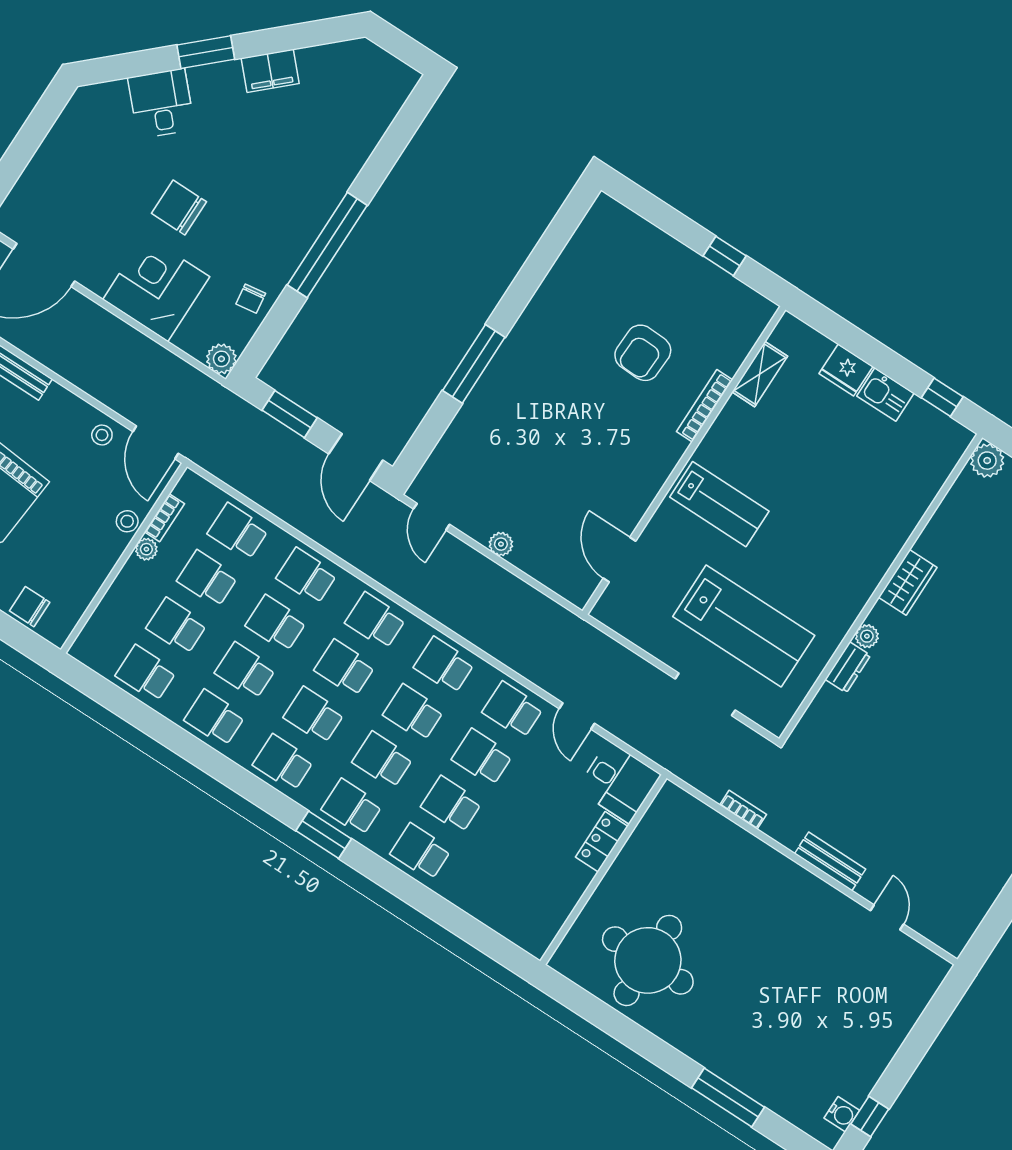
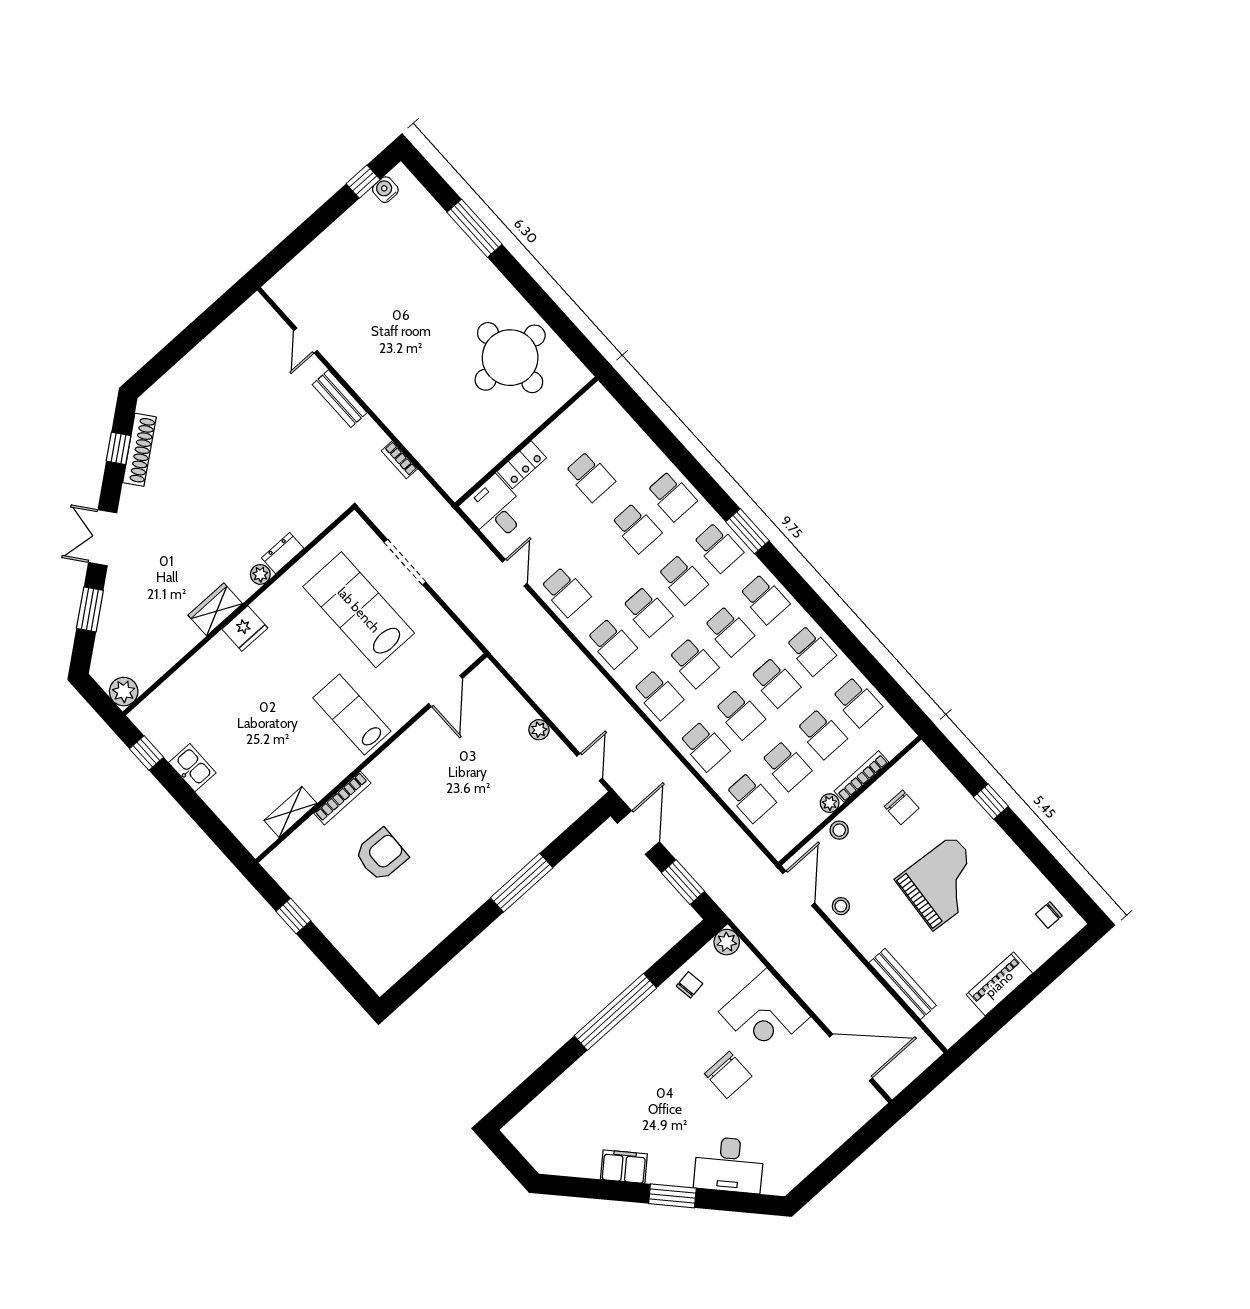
desk: (161, 103) -> (729, 1165), width x1.37
fridge: (846, 370) -> (245, 629), moved, turned 90
bookcase: (164, 518) -> (861, 777), moved, width x1.56
chair: (30, 607) -> (902, 807), moved
school desk: (482, 757) -> (590, 476), moved

